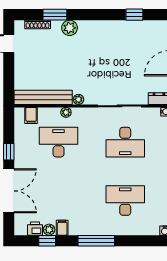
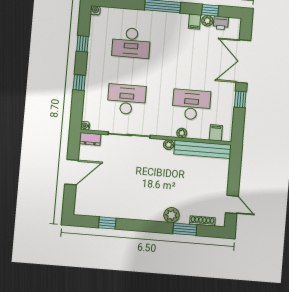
desk: (59, 142) -> (191, 105), turned 180

